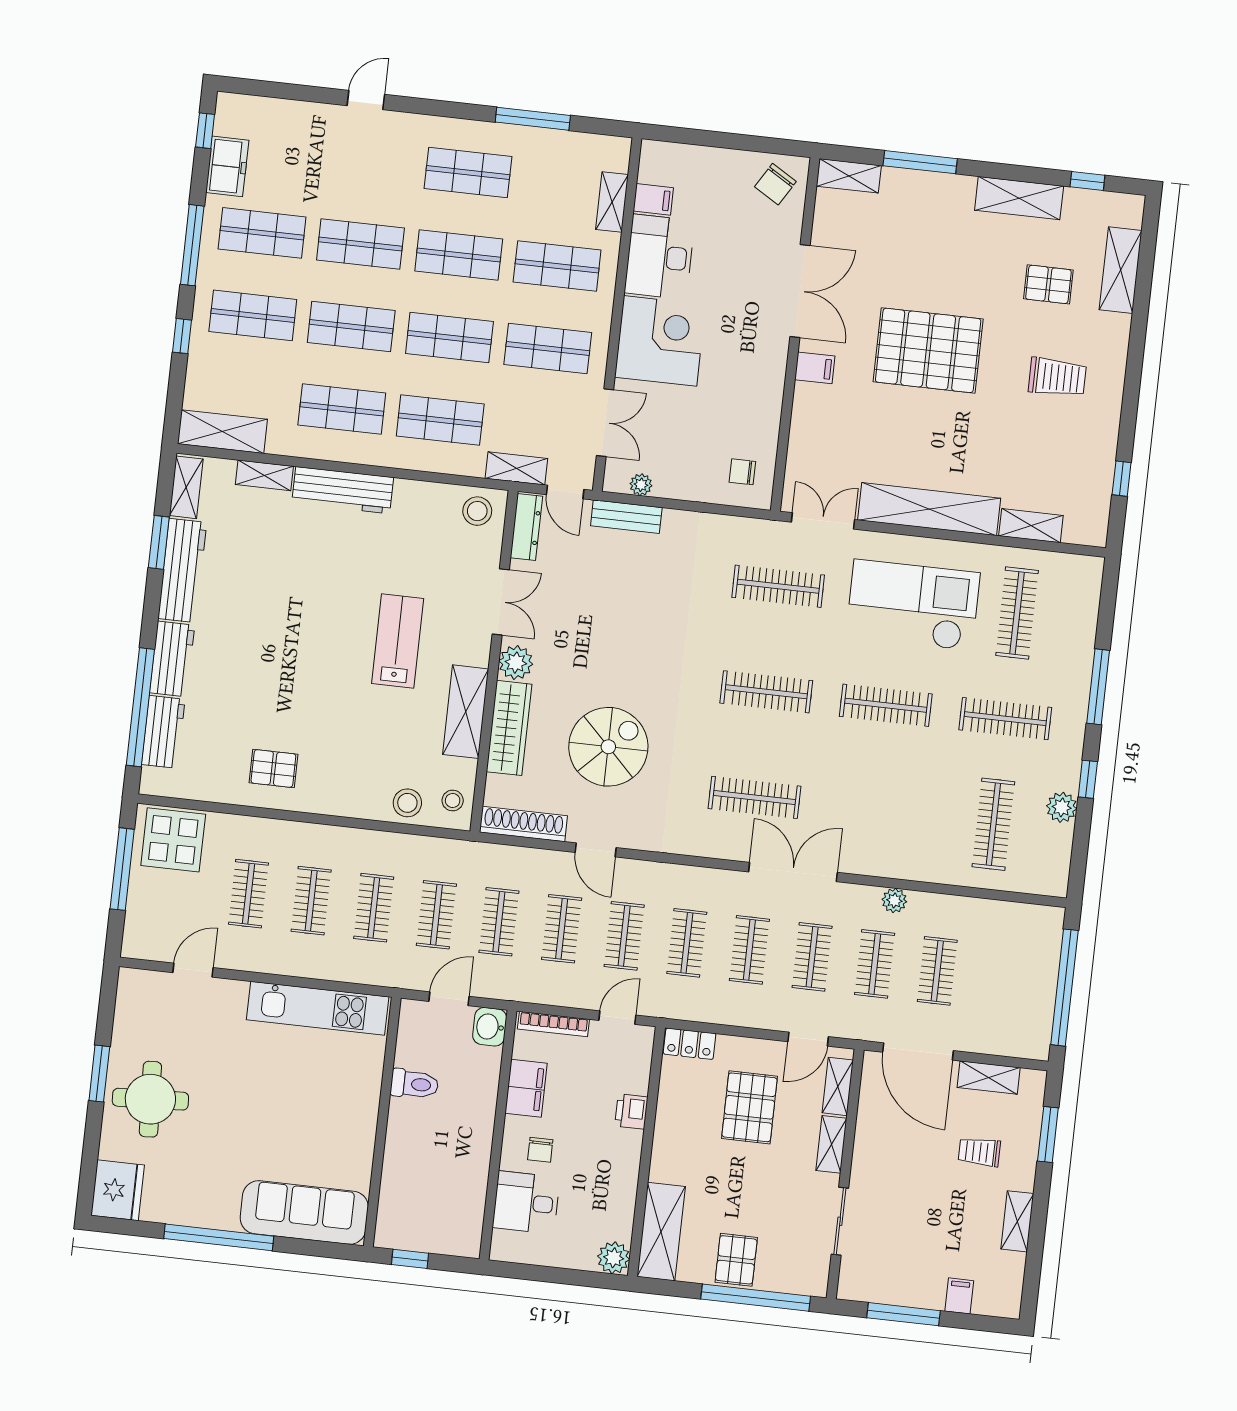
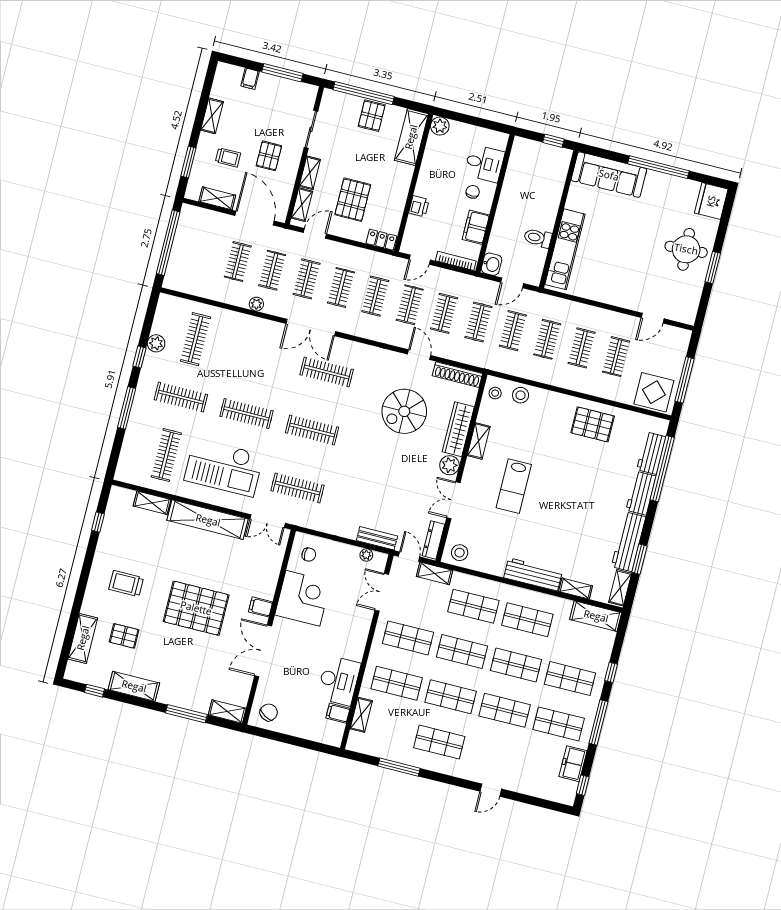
corner desk: (660, 341) -> (303, 598), moved, turned 180
shelving: (466, 712) -> (479, 441), width x0.67, depth x0.75
pallet: (273, 768) -> (593, 424), width x1.50, depth x1.42
kitchen unit: (318, 1008) -> (565, 249), moved, turned 90
pallet: (908, 1165) -> (269, 156), added

